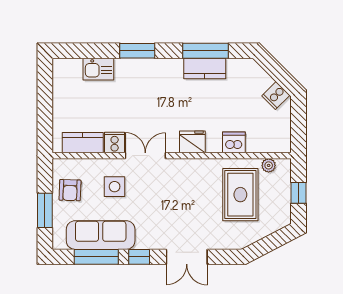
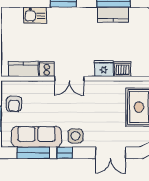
dishwasher: (234, 142) -> (122, 69), moved
double door: (145, 156) -> (69, 79), swing flipped
side table: (115, 187) -> (75, 136), moved
double door: (187, 257) -> (111, 153), moved

